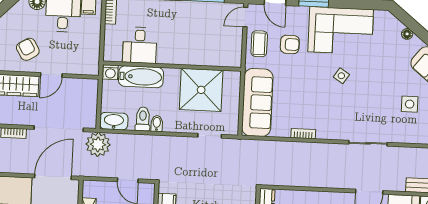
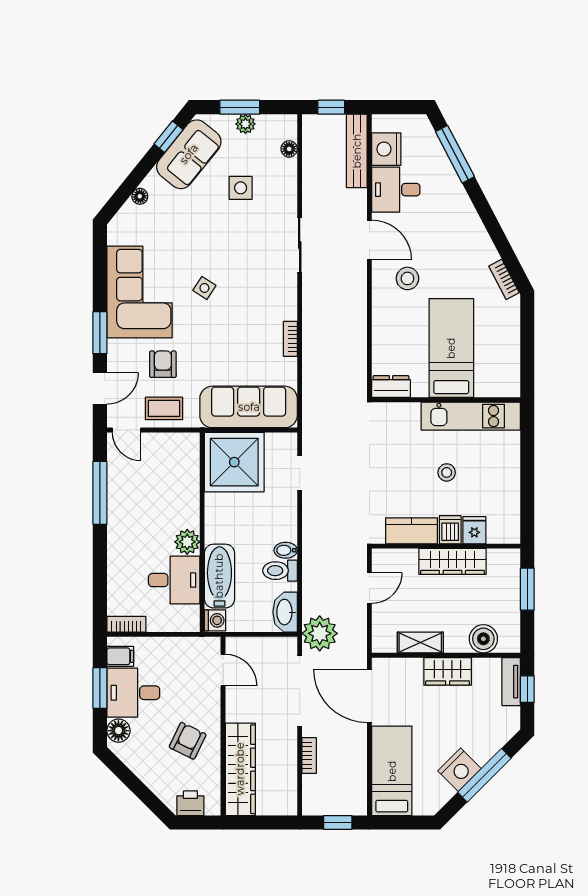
armchair: (28, 49) -> (188, 741), turned 147
plant: (166, 56) -> (187, 542), added
door: (51, 75) -> (223, 670), moved
shower: (201, 90) -> (234, 462), moved

